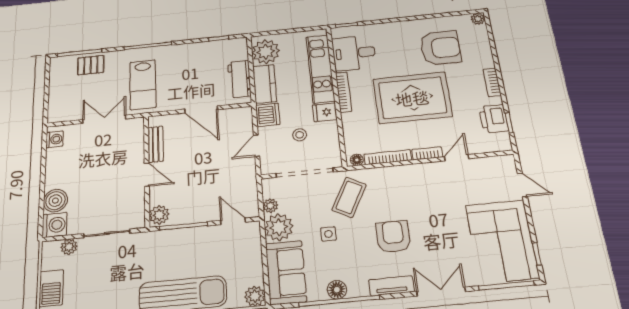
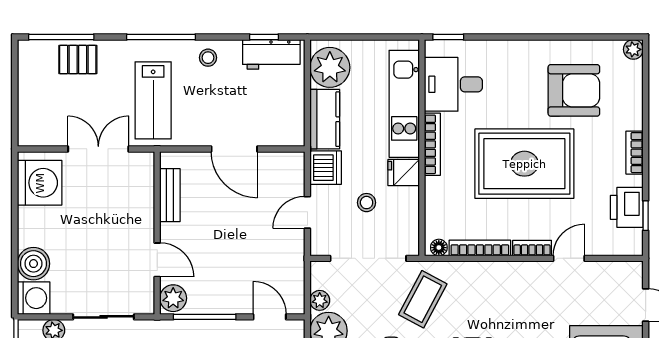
stool: (181, 55) -> (208, 58), added
workbench: (239, 79) -> (271, 54), moved, turned -90
washing machine: (55, 139) -> (40, 183), width x1.89, depth x1.89
door: (147, 175) -> (157, 260), moved

